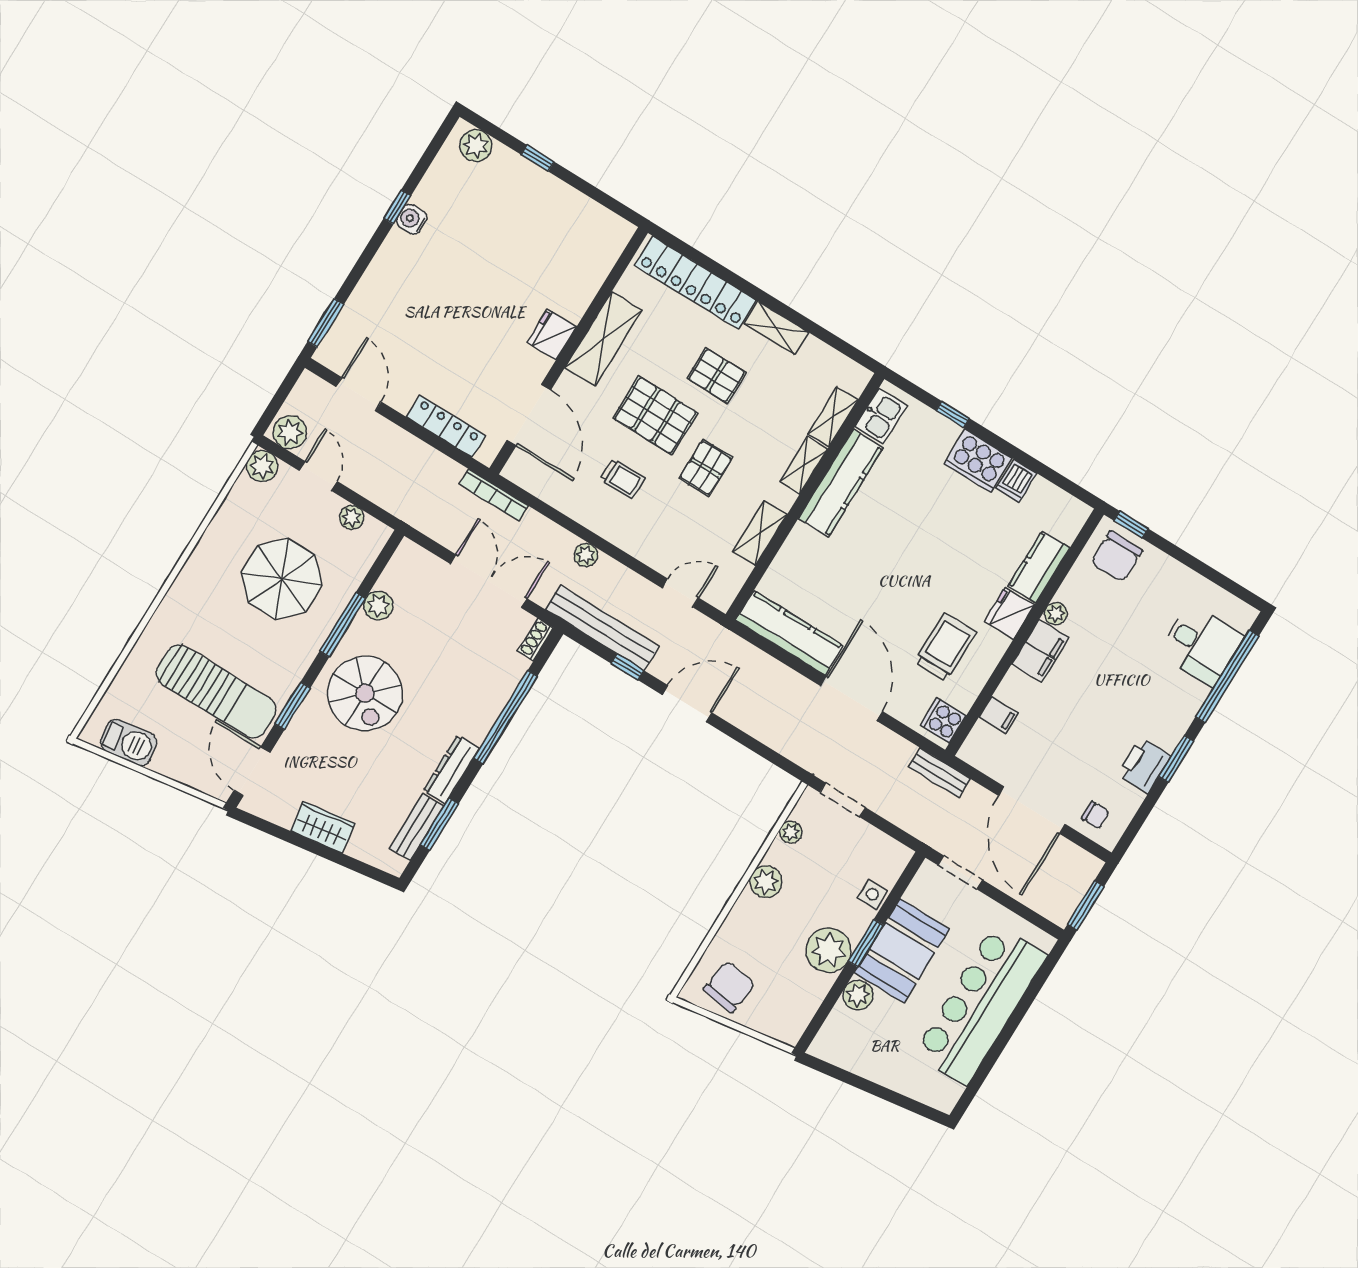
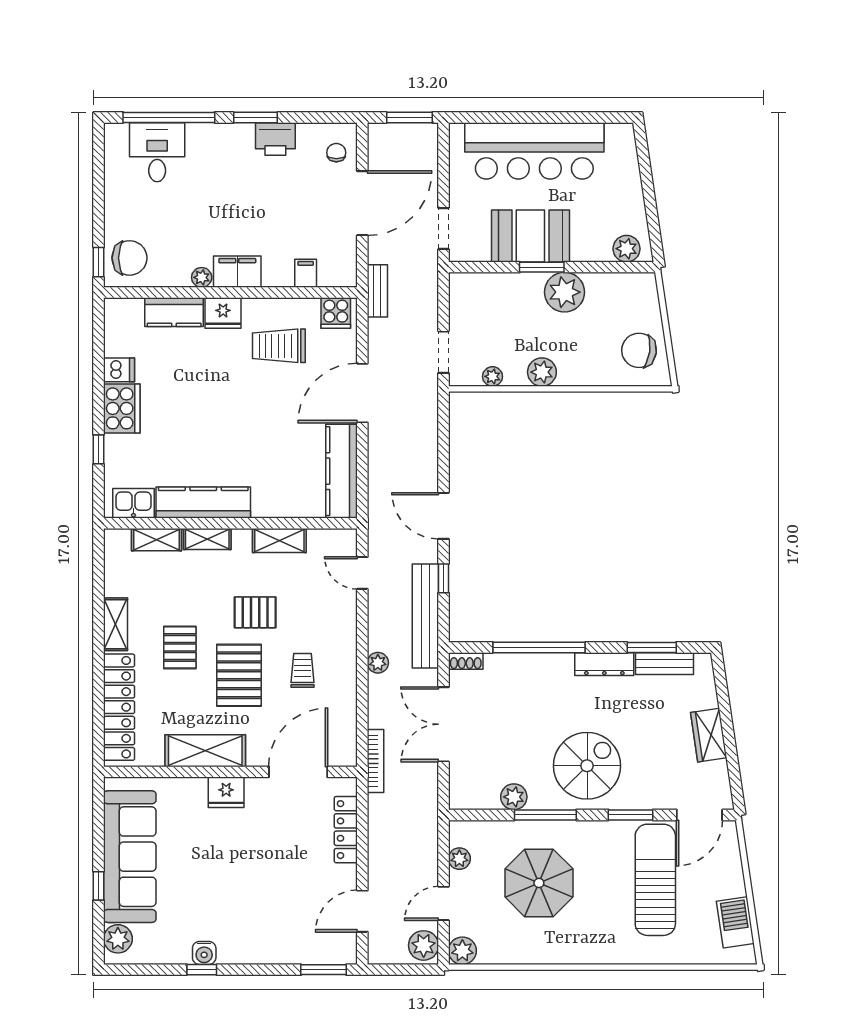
sofa: (547, 205) -> (130, 857), added
side table: (872, 894) -> (501, 285), removed
plant: (858, 995) -> (626, 249), moved

